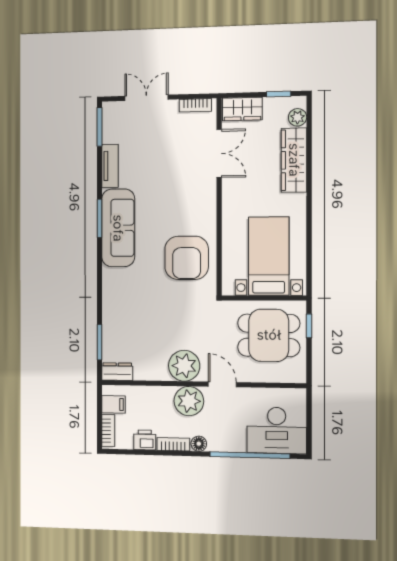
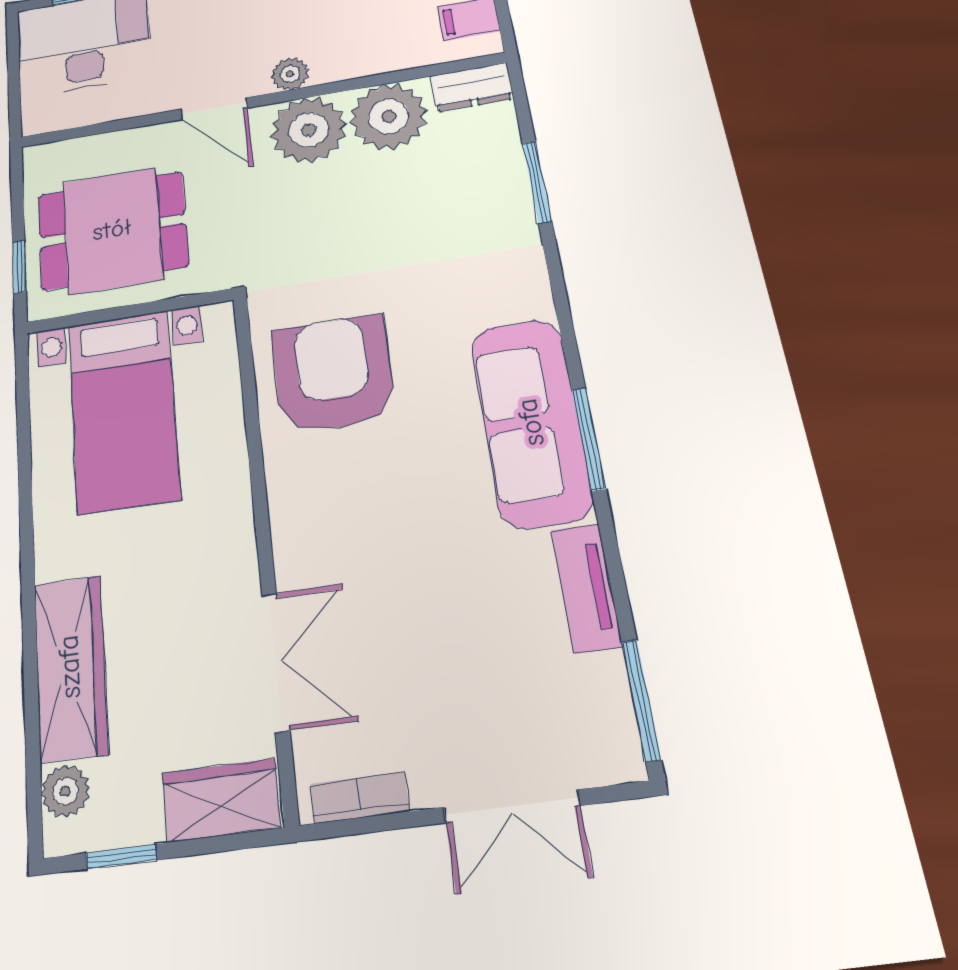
double door: (219, 153) -> (276, 662), swing flipped
window: (100, 342) -> (537, 182), moved
plant: (152, 365) -> (389, 116), added
plant: (189, 401) -> (290, 74), width x0.53, depth x0.53

